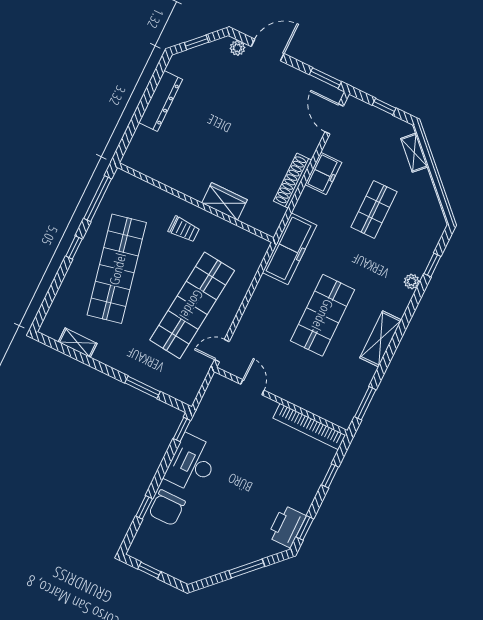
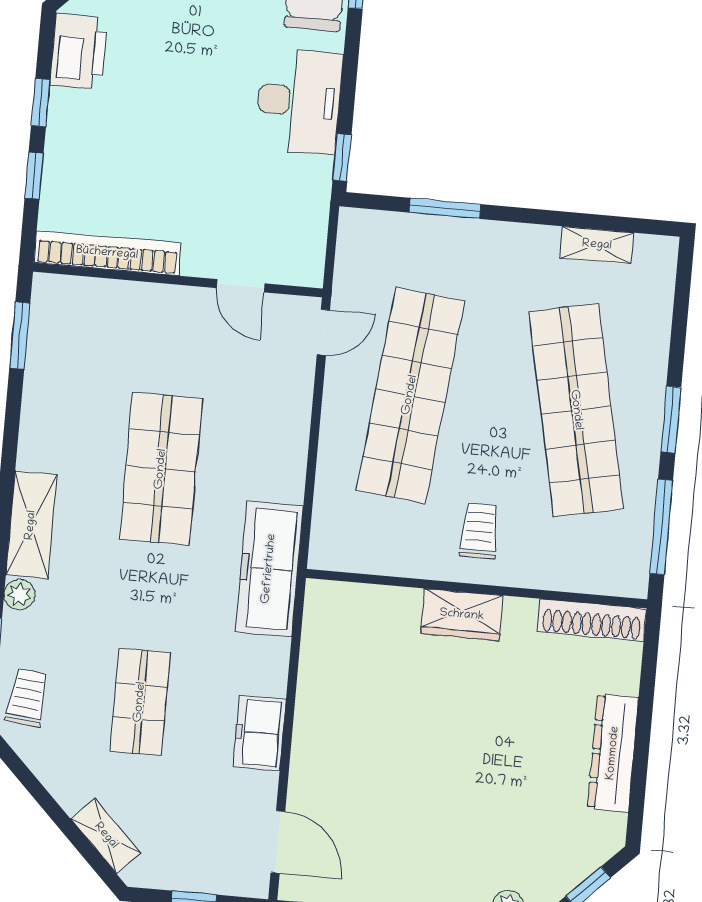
shoe rack: (293, 181) -> (592, 620), moved, turned 90
wardrobe: (224, 201) -> (462, 615), moved
trolley: (184, 229) -> (479, 531), turned 90
trolley: (426, 232) -> (27, 698), added
window: (74, 247) -> (671, 420), width x1.50
shelving: (381, 339) -> (31, 525), moved
window: (305, 528) -> (41, 103), moved

